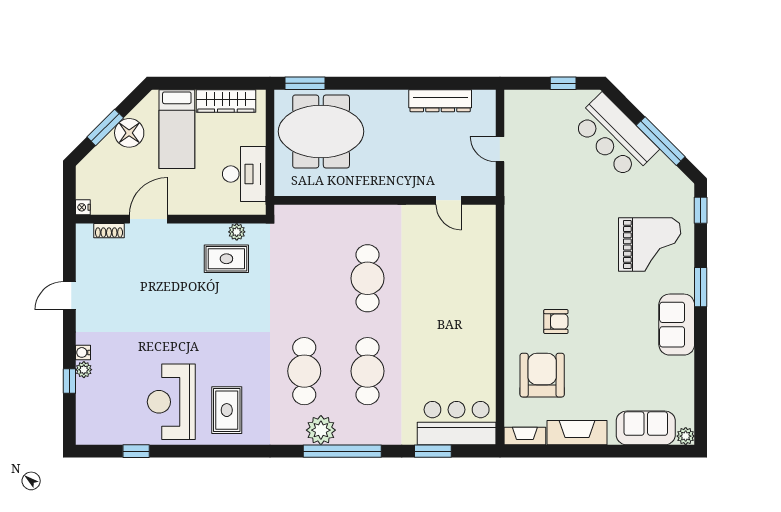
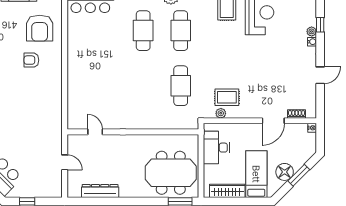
cafe table: (368, 278) -> (181, 86), moved

